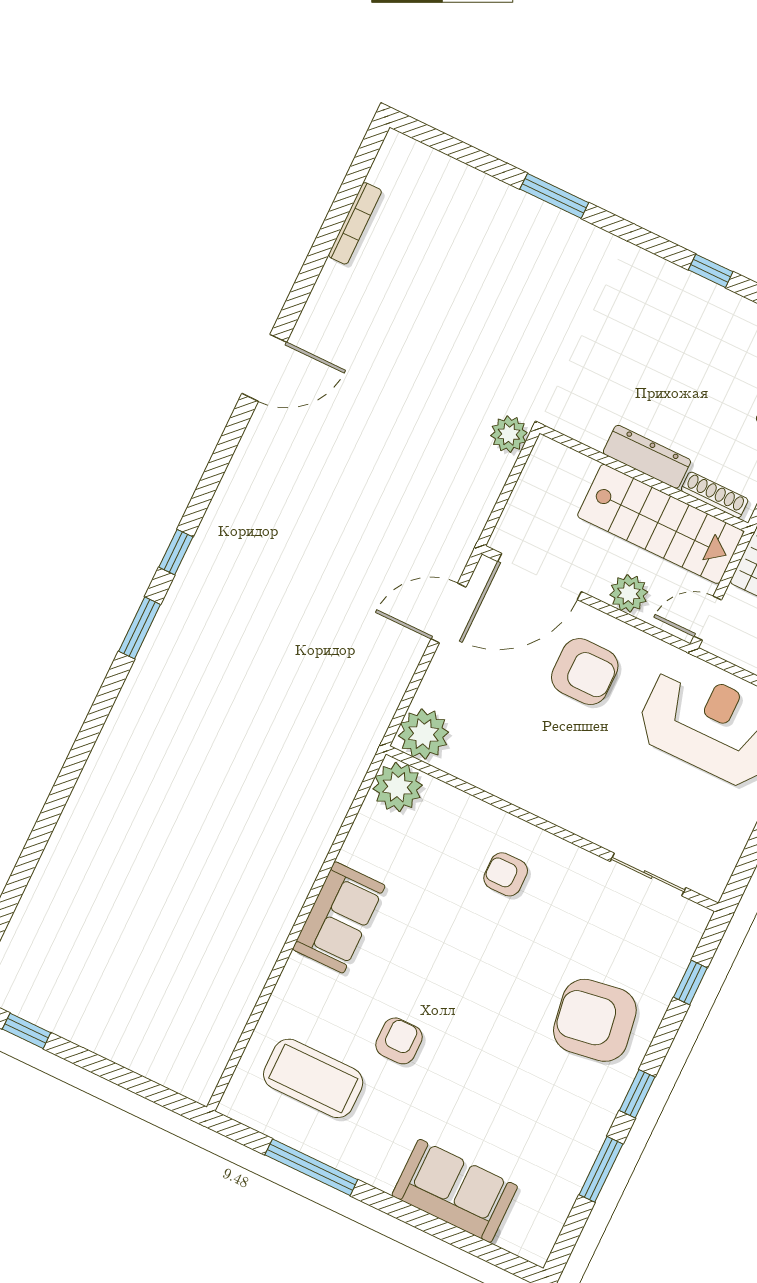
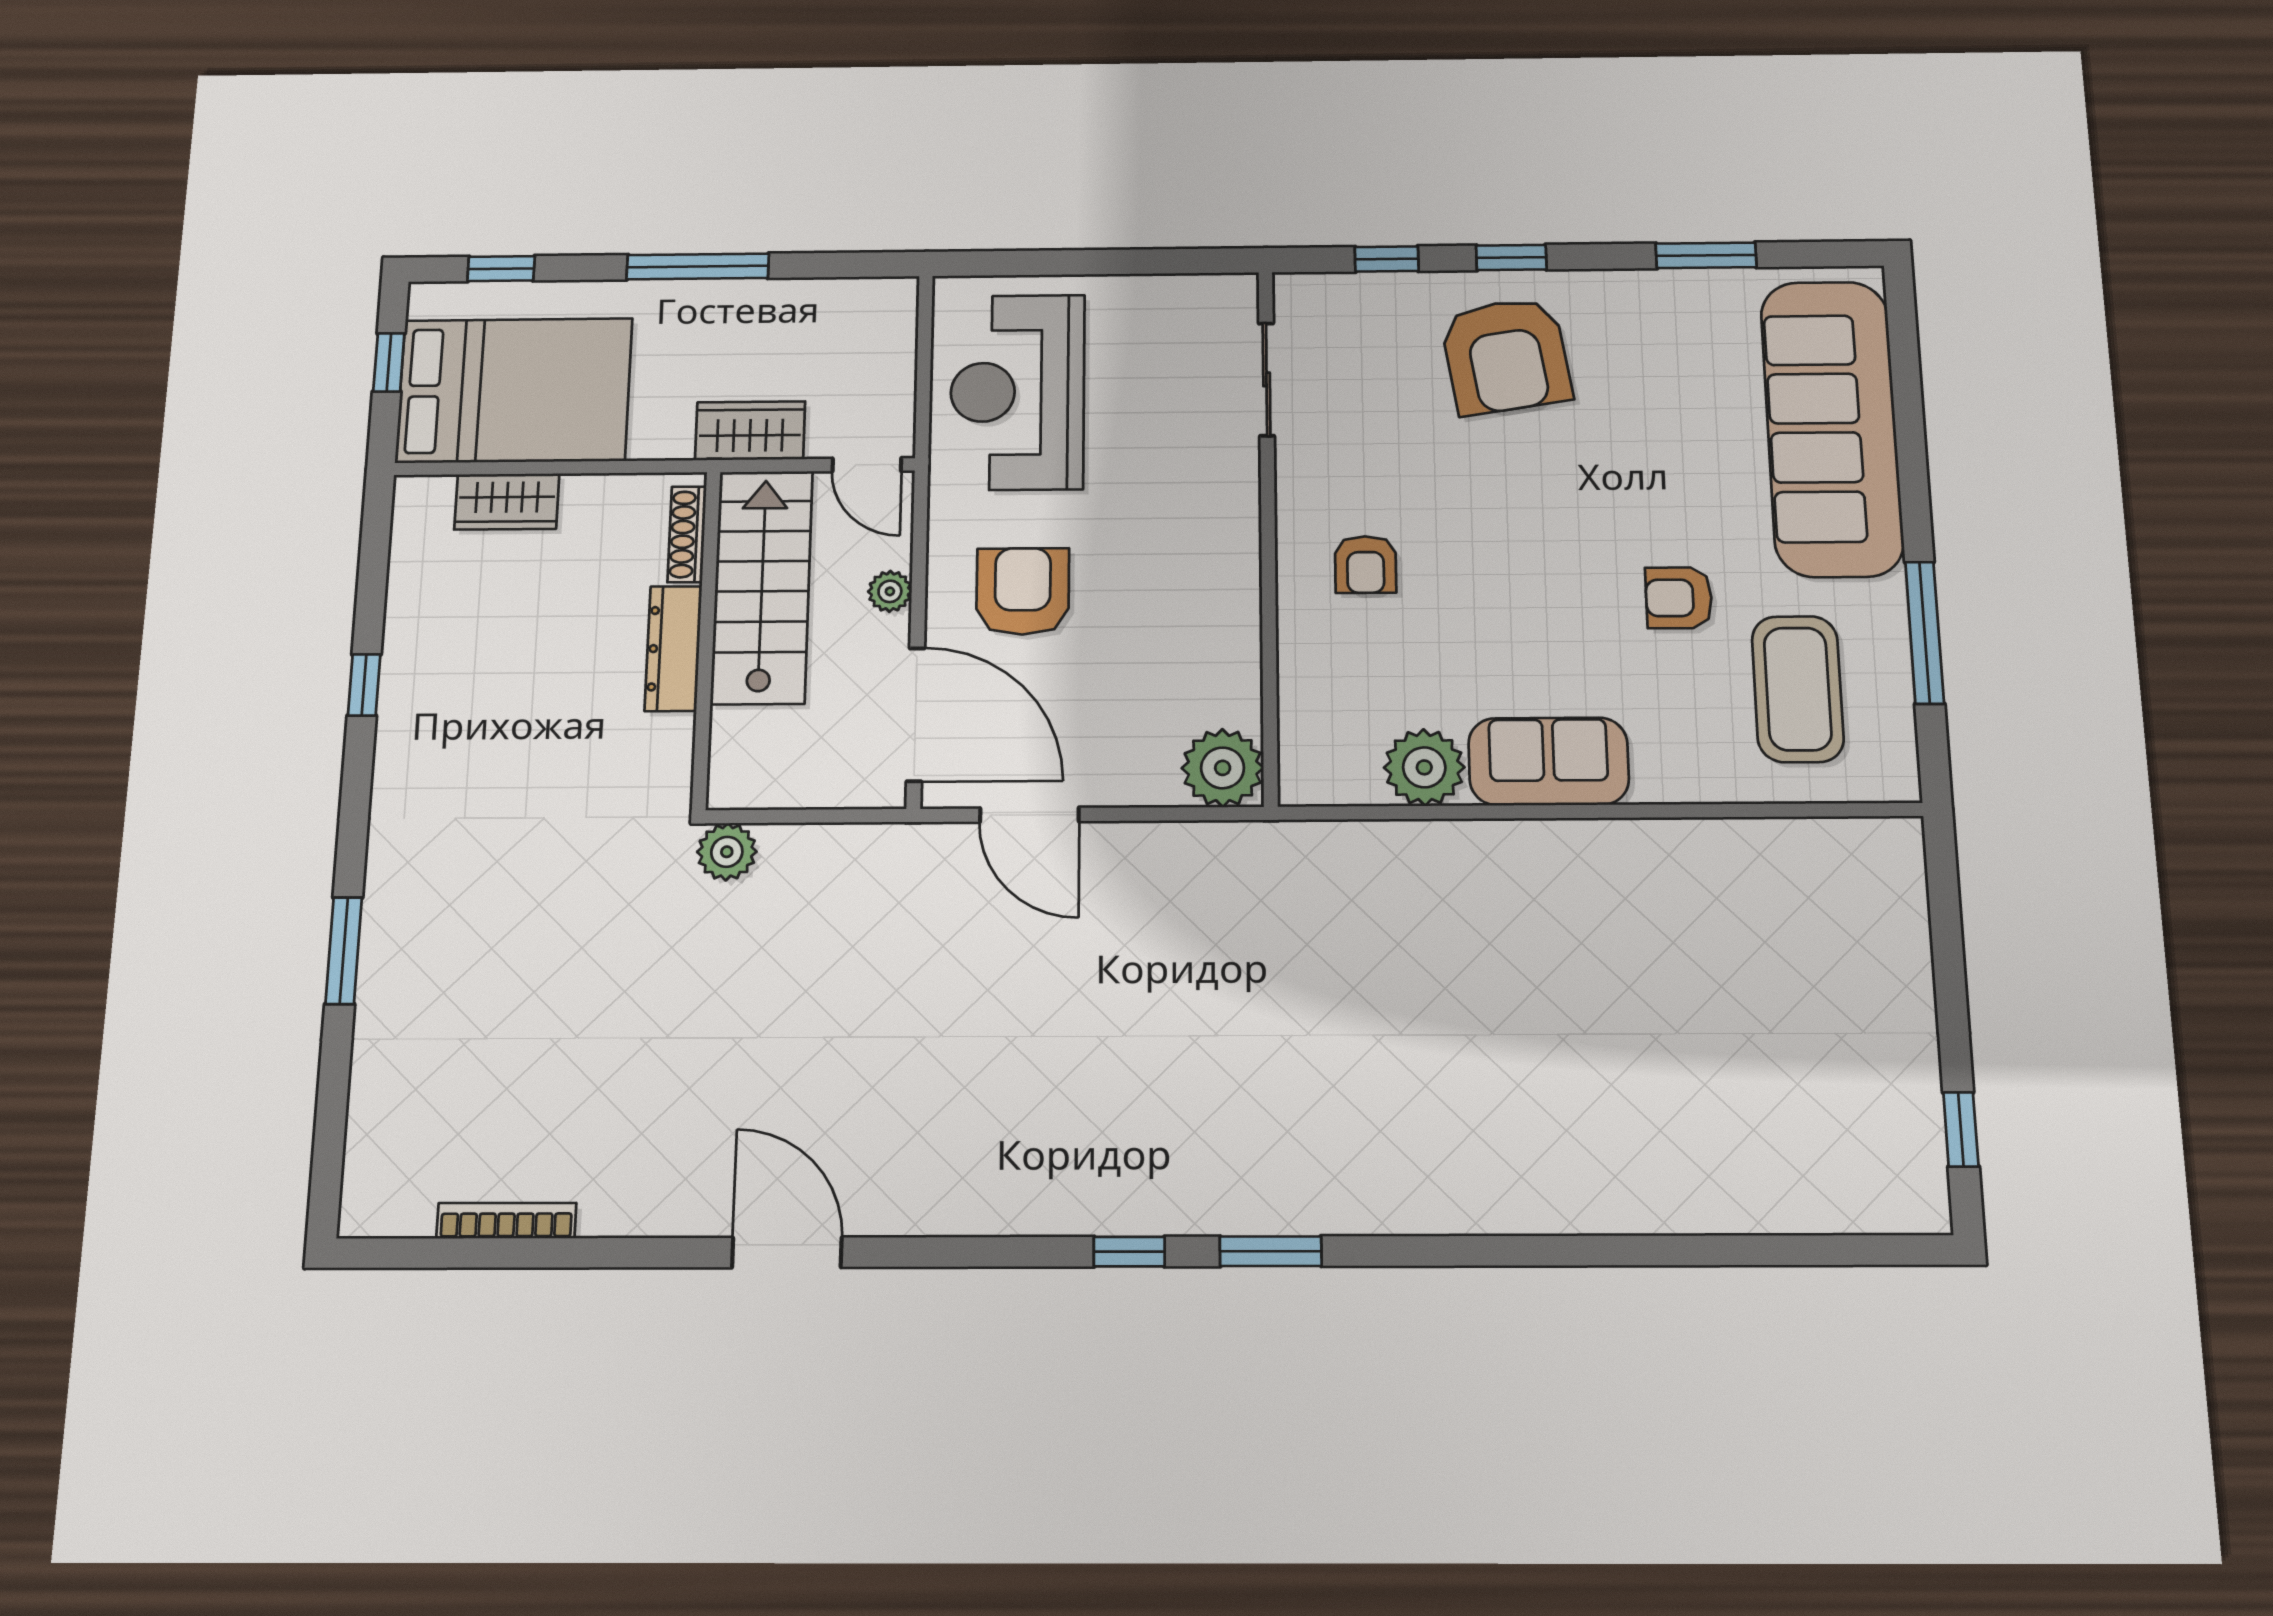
plant: (629, 593) -> (890, 591), width x0.73, depth x0.73
plant: (398, 787) -> (1424, 767), moved
window: (637, 1094) -> (1511, 258), moved
sofa: (455, 1191) -> (1832, 428), width x1.85, depth x1.27

